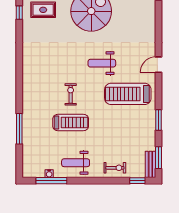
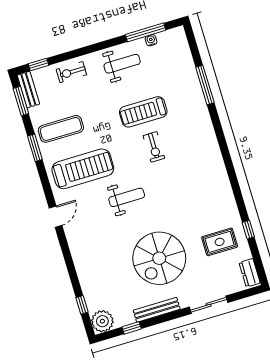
exercise mat: (135, 128) -> (61, 129), added

